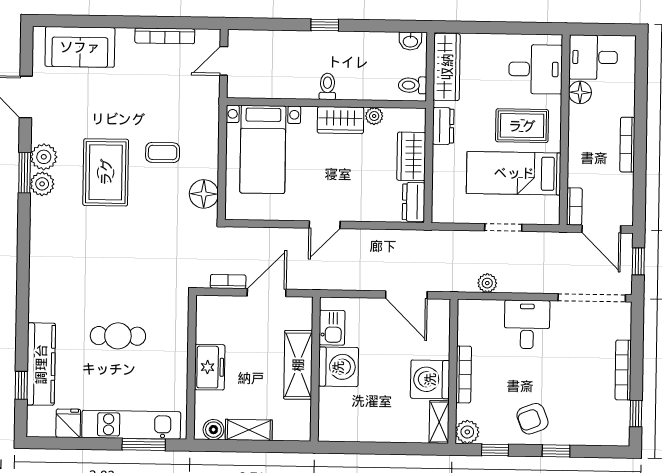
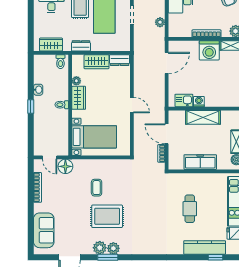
washbasin: (410, 41) -> (38, 90), moved
wardrobe: (447, 67) -> (51, 45), width x0.67
floor lamp: (204, 194) -> (65, 166), moved
freezer: (210, 367) -> (200, 162), width x1.40
washing machine: (338, 367) -> (199, 102), width x0.53, depth x0.53

